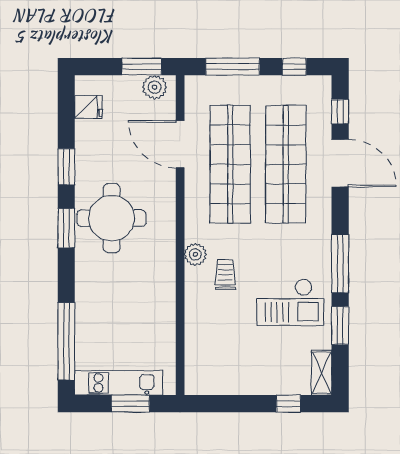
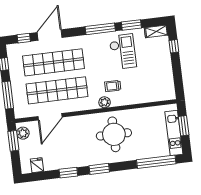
round table: (112, 218) -> (114, 134), moved

